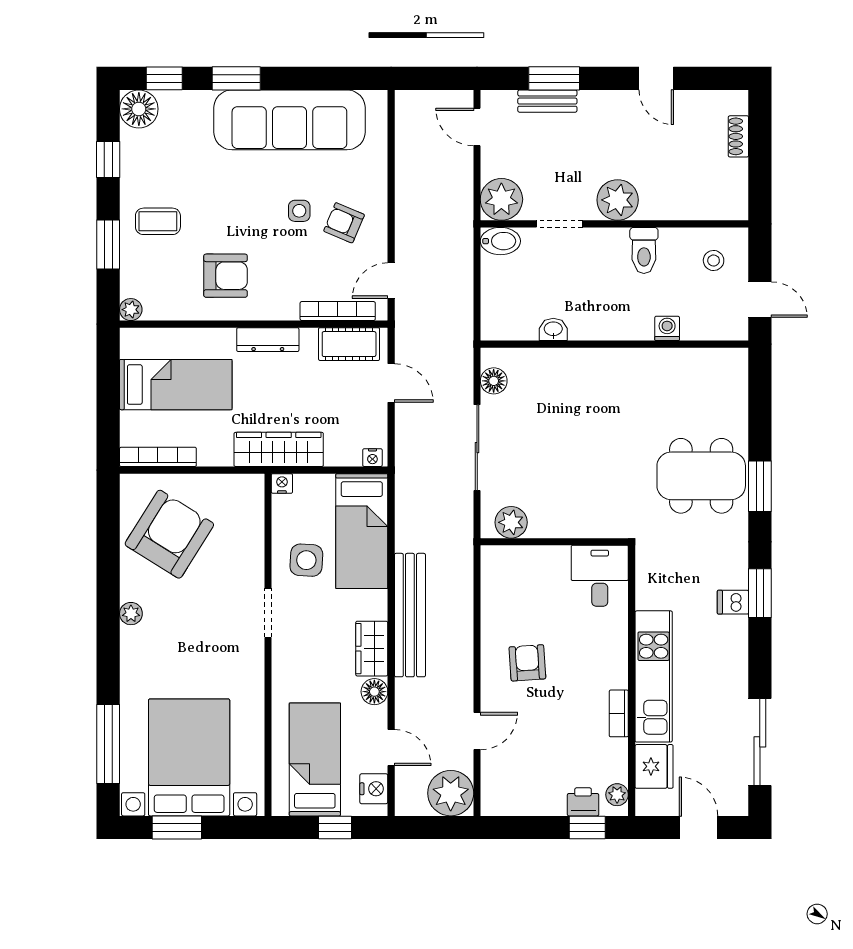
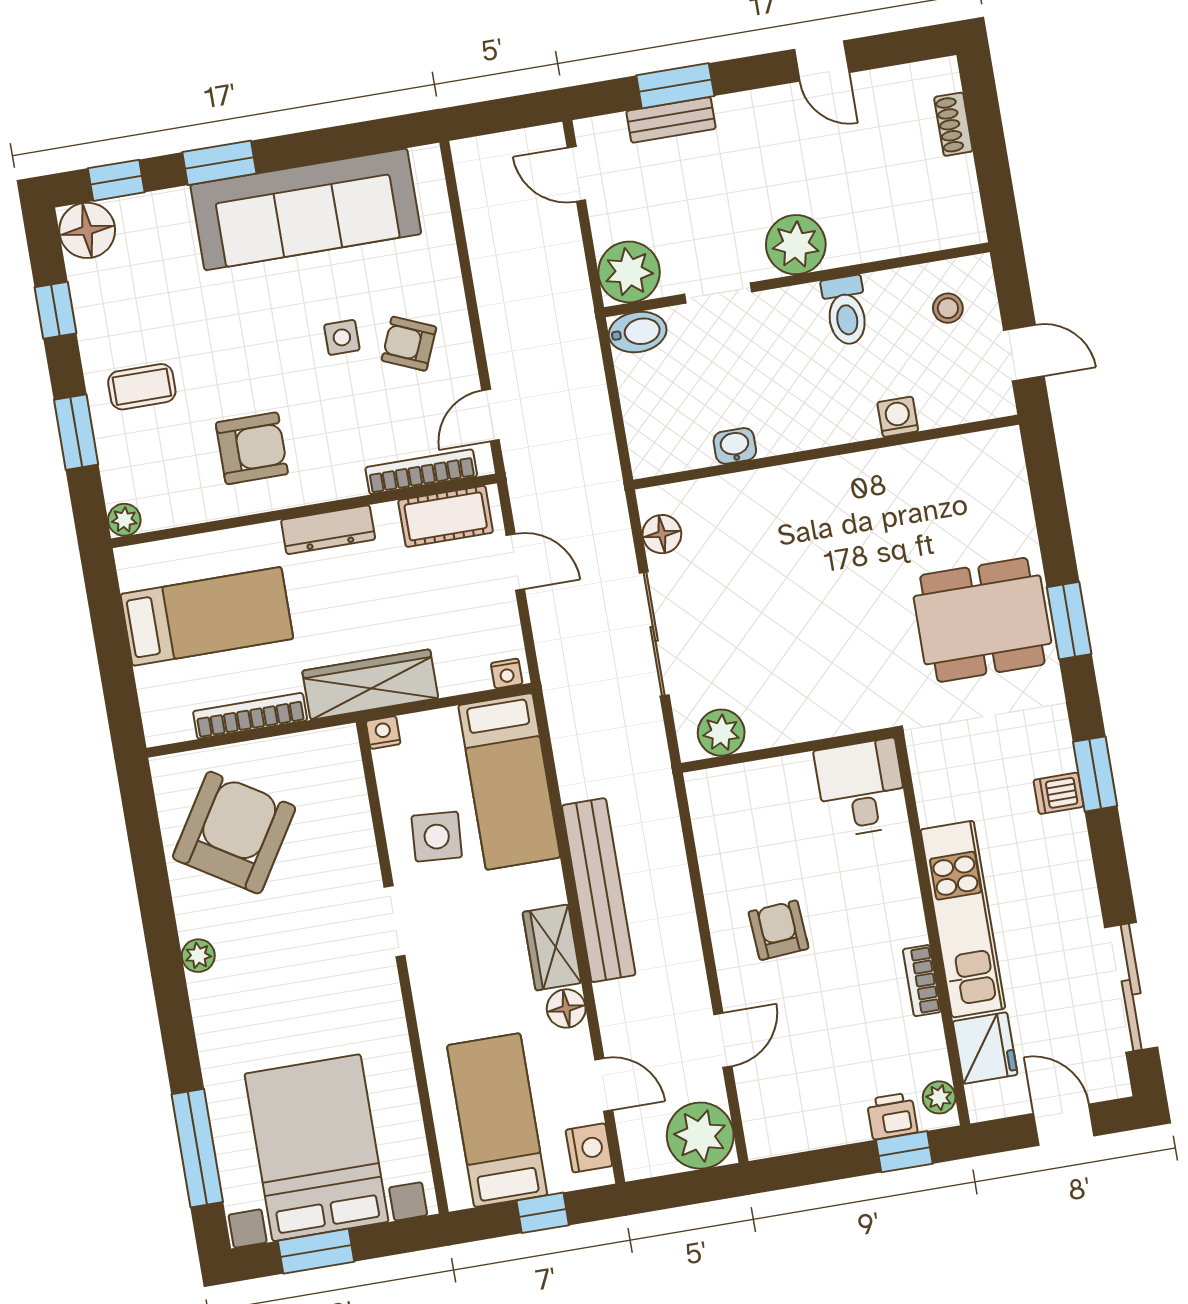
bookcase: (158, 457) -> (250, 716), moved

